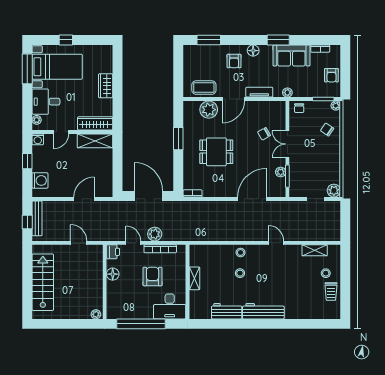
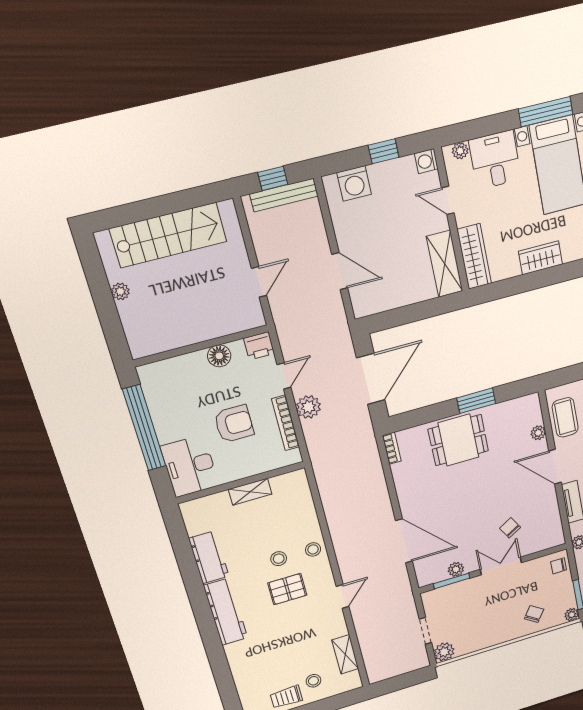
plant: (209, 110) -> (538, 433), width x0.53, depth x0.53
dining table: (216, 152) -> (458, 440), moved, turned 90
pallet: (261, 273) -> (287, 589), added
plant: (96, 314) -> (120, 291), moved

